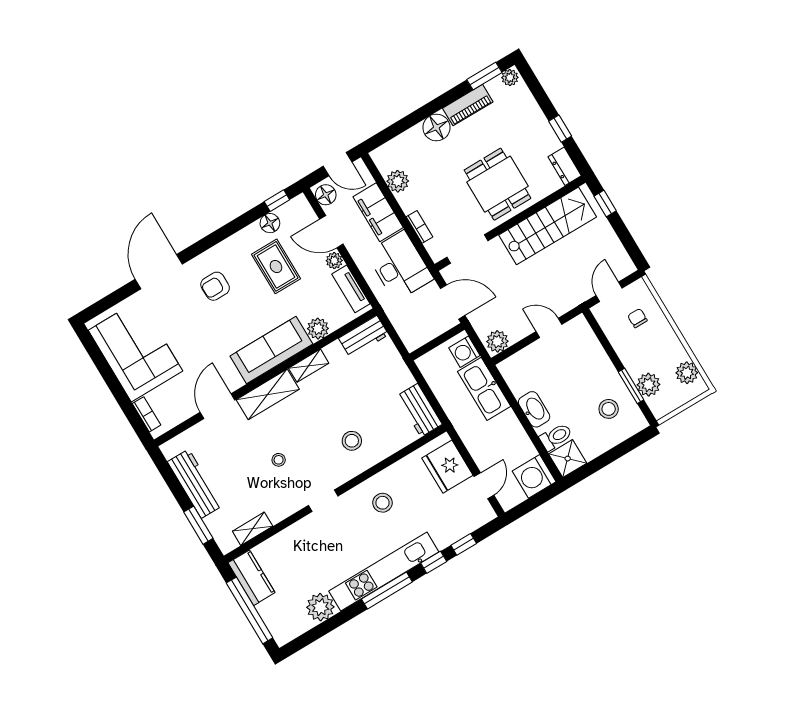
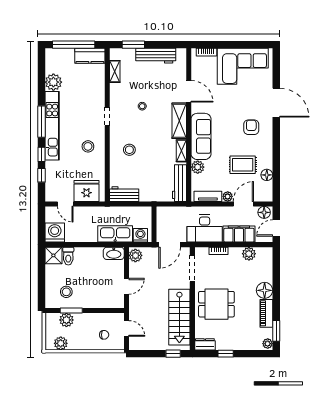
window: (277, 201) -> (276, 186), removed
workbench: (364, 336) -> (179, 183), width x1.38
washbasin: (534, 409) -> (114, 253), moved

